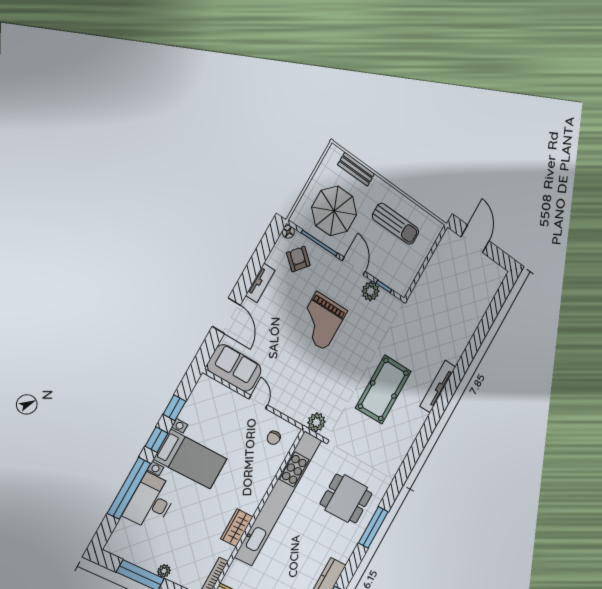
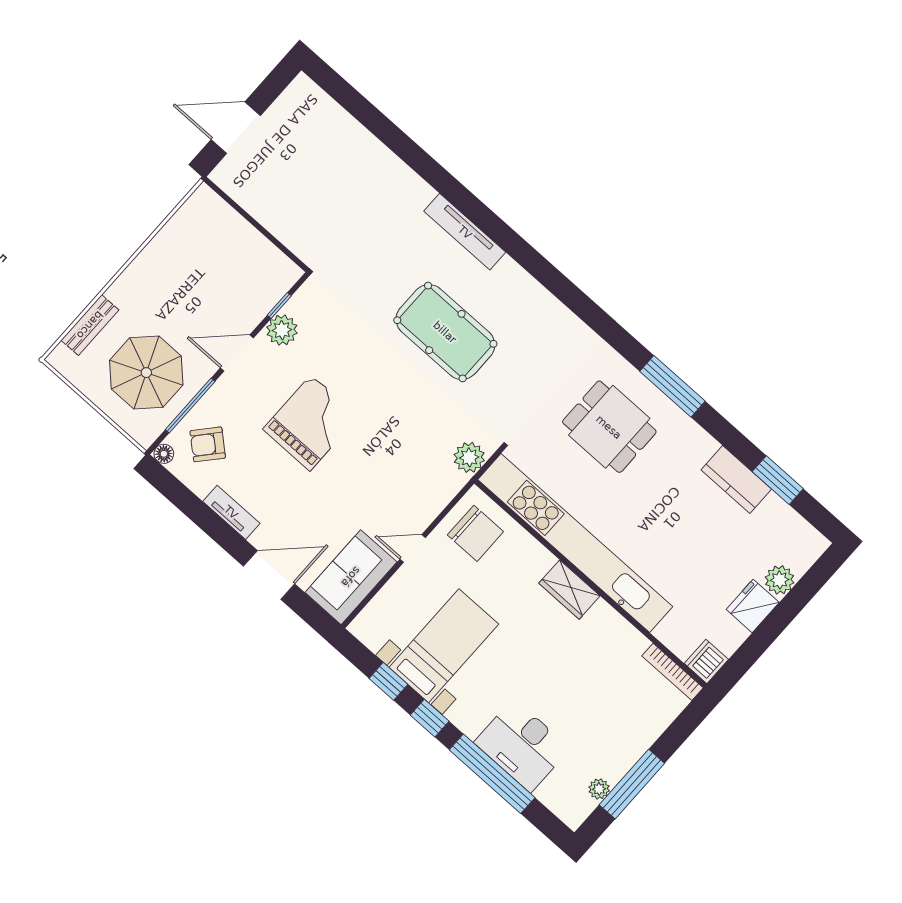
sun lounger: (396, 224) -> (185, 270), removed
grand piano: (321, 321) -> (311, 423), turned -90
chair: (274, 438) -> (475, 533), width x1.87, depth x1.87
bed with nightstands: (191, 459) -> (444, 646), moved
dining table: (346, 499) -> (609, 427), turned 90
wardrobe: (237, 528) -> (569, 590), moved
plant: (164, 571) -> (599, 789), moved

